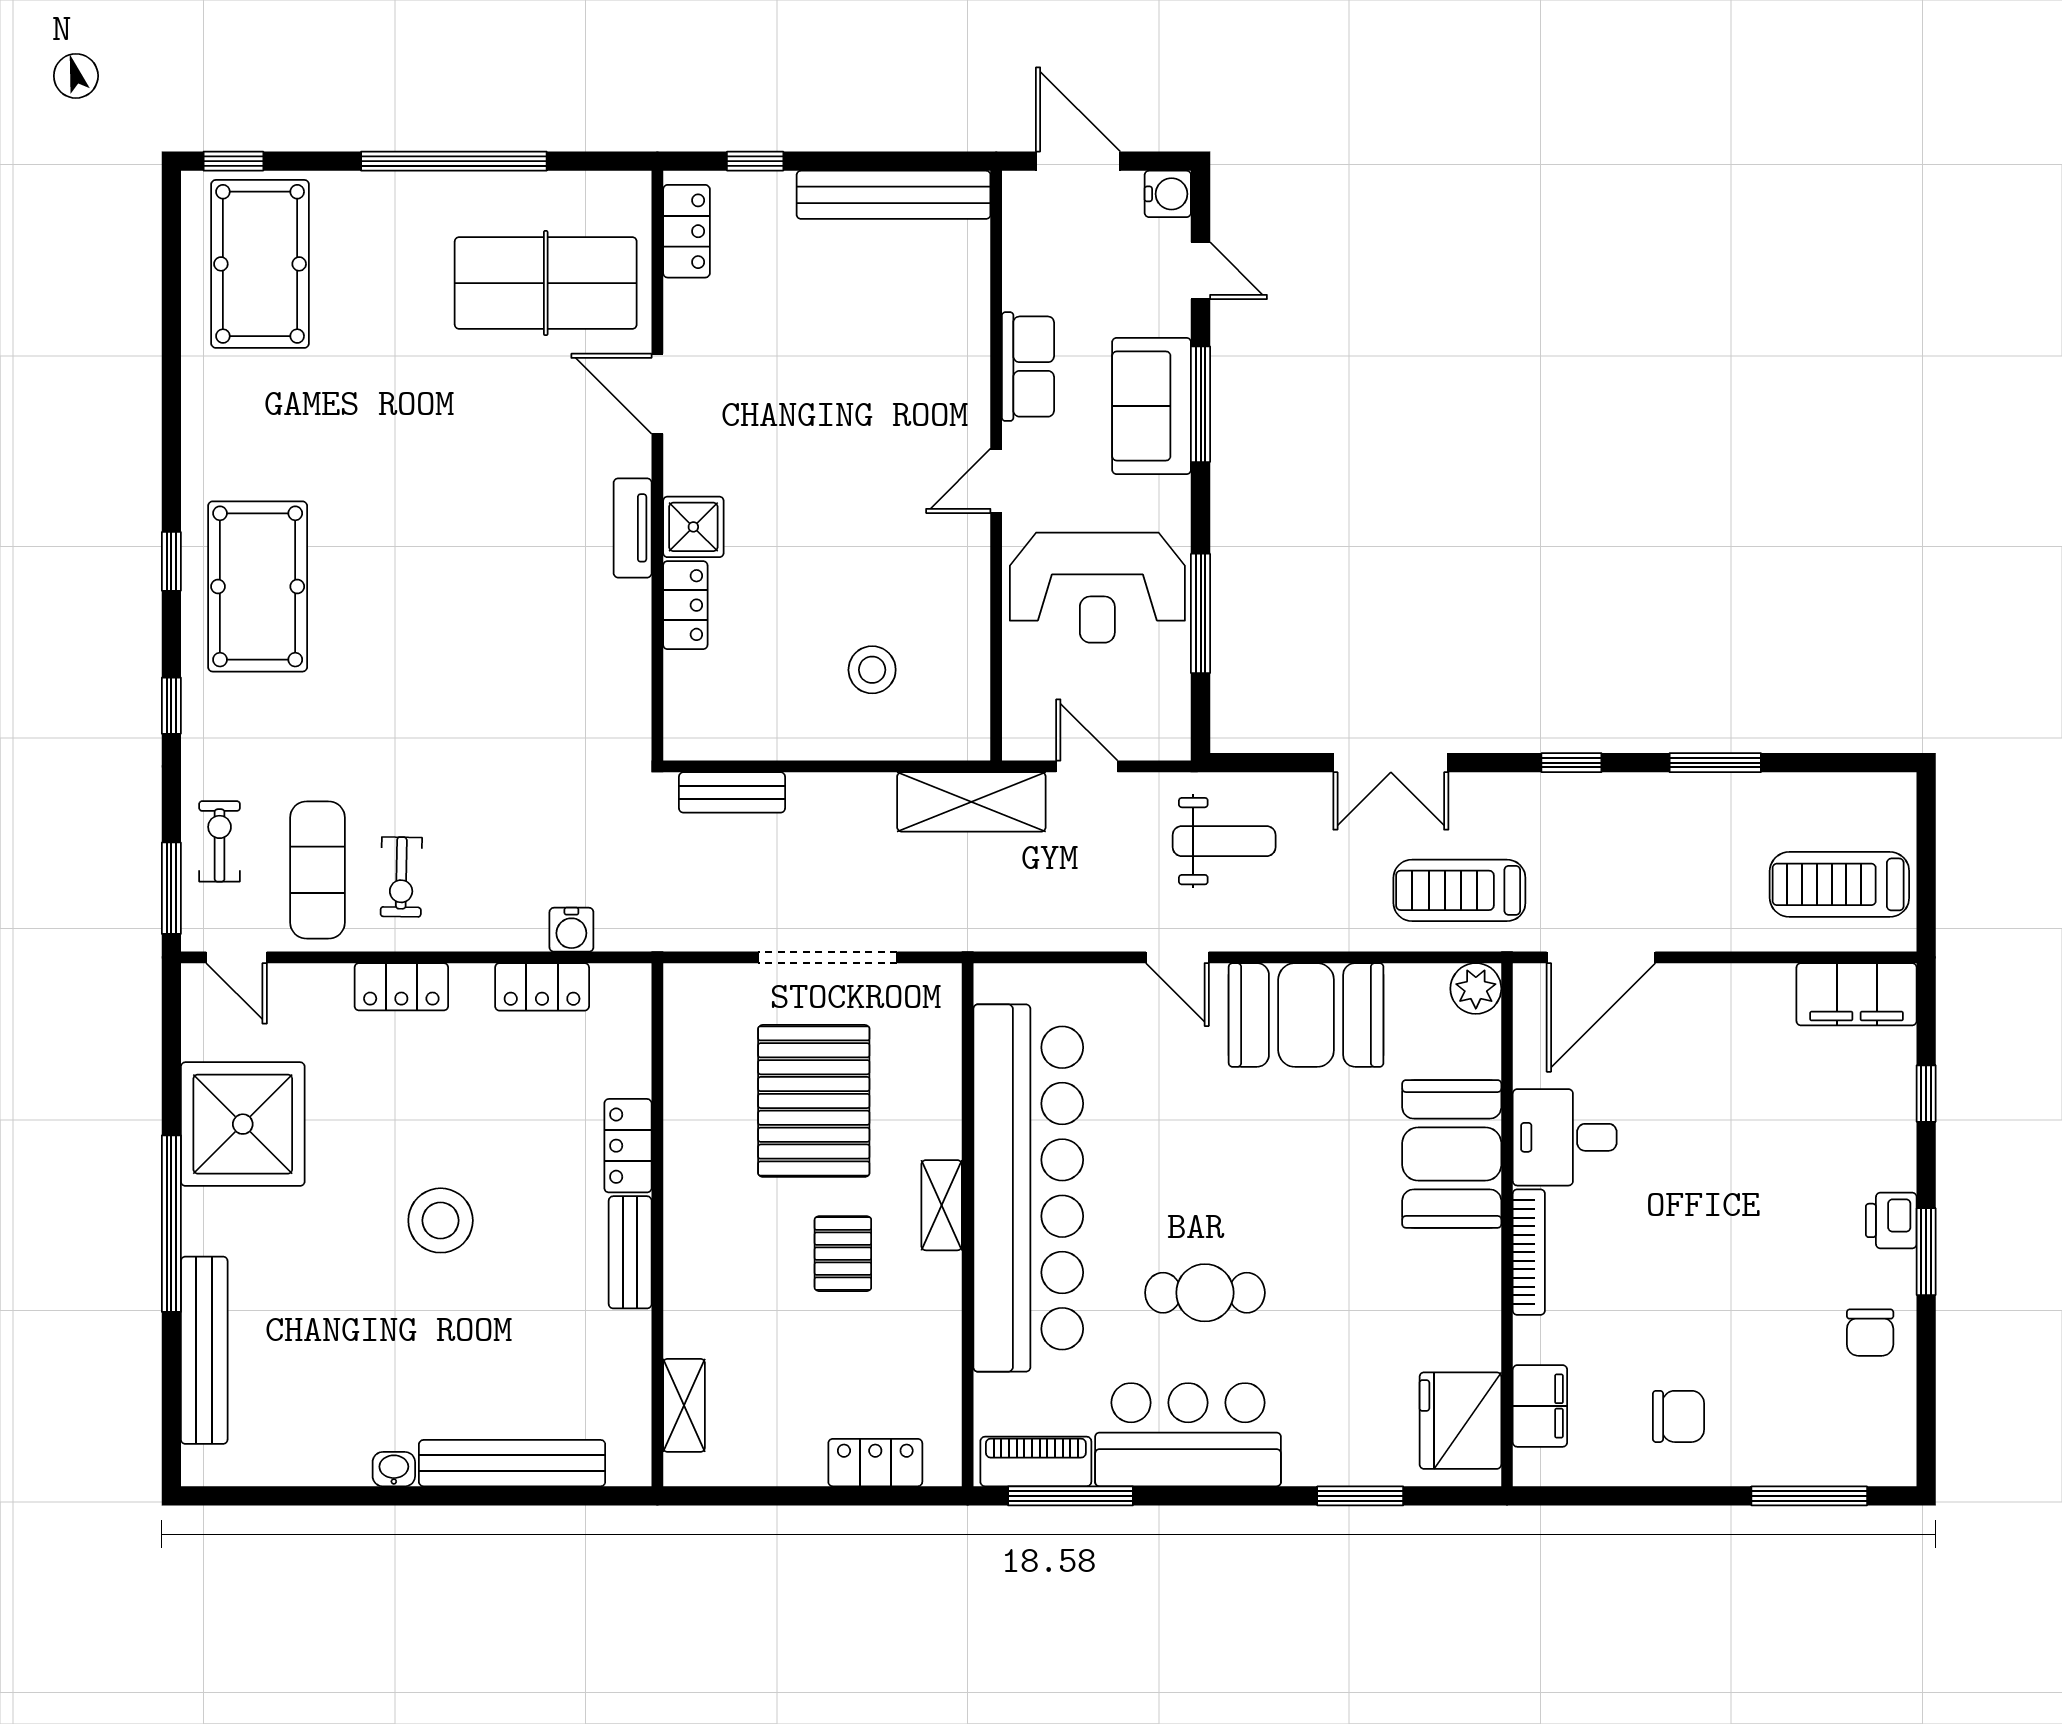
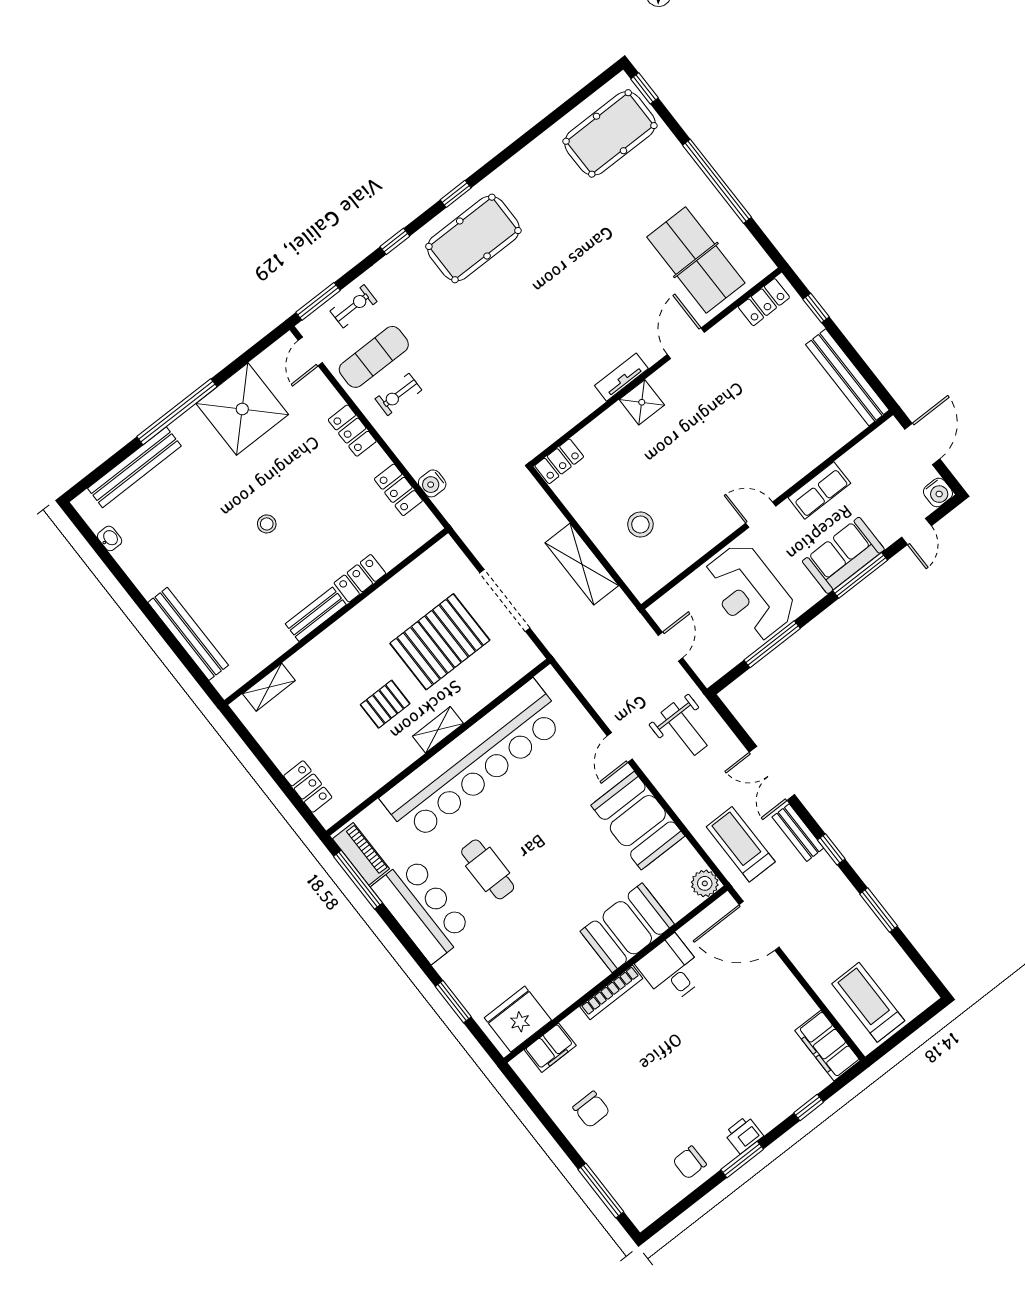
locker: (685, 605) -> (559, 461), moved
bench: (732, 792) -> (798, 833), moved
shelving: (971, 802) -> (582, 564), moved
stool: (441, 1220) -> (267, 524), width x0.53, depth x0.53
washbasin: (394, 1469) -> (110, 538), moved

